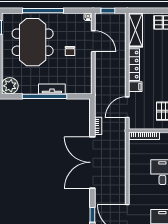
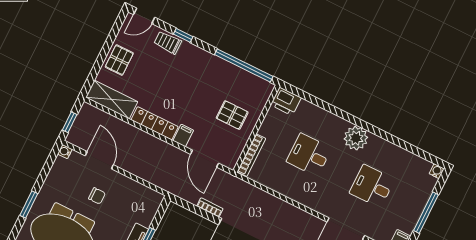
window: (43, 11) -> (29, 205), width x0.47
door: (93, 41) -> (99, 160), hinge flipped

